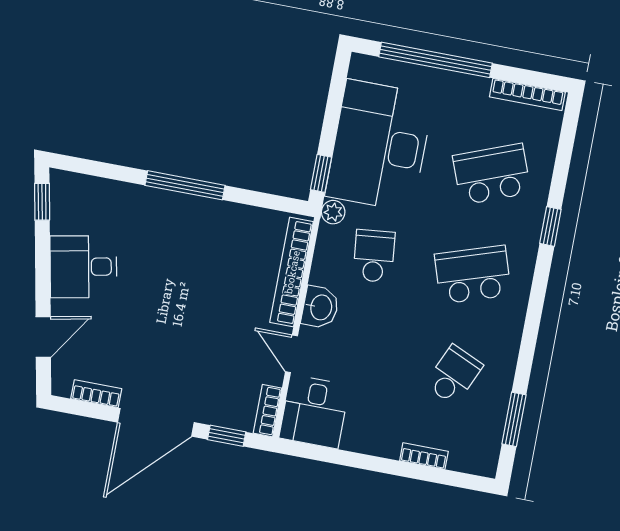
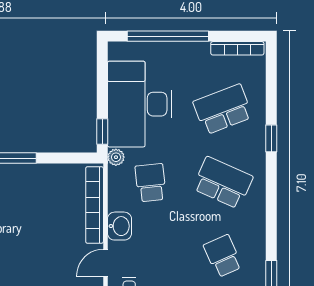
school desk: (473, 275) -> (223, 183), turned 42
door: (291, 354) -> (105, 263), hinge flipped
school desk: (454, 375) -> (223, 256), turned -48

